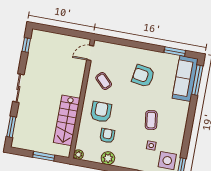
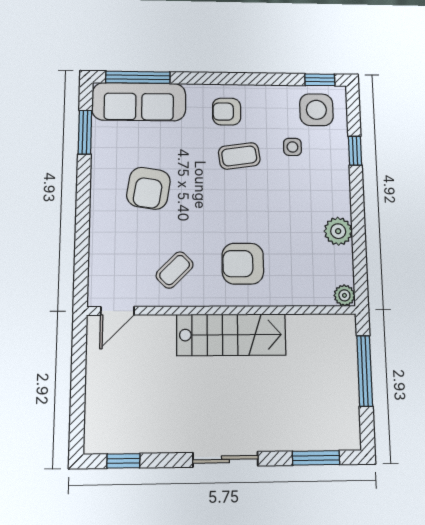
door: (90, 53) -> (117, 311), hinge flipped
stairs: (67, 120) -> (231, 335), moved
armchair: (107, 136) -> (227, 112), moved
window: (44, 156) -> (365, 371), width x1.44

